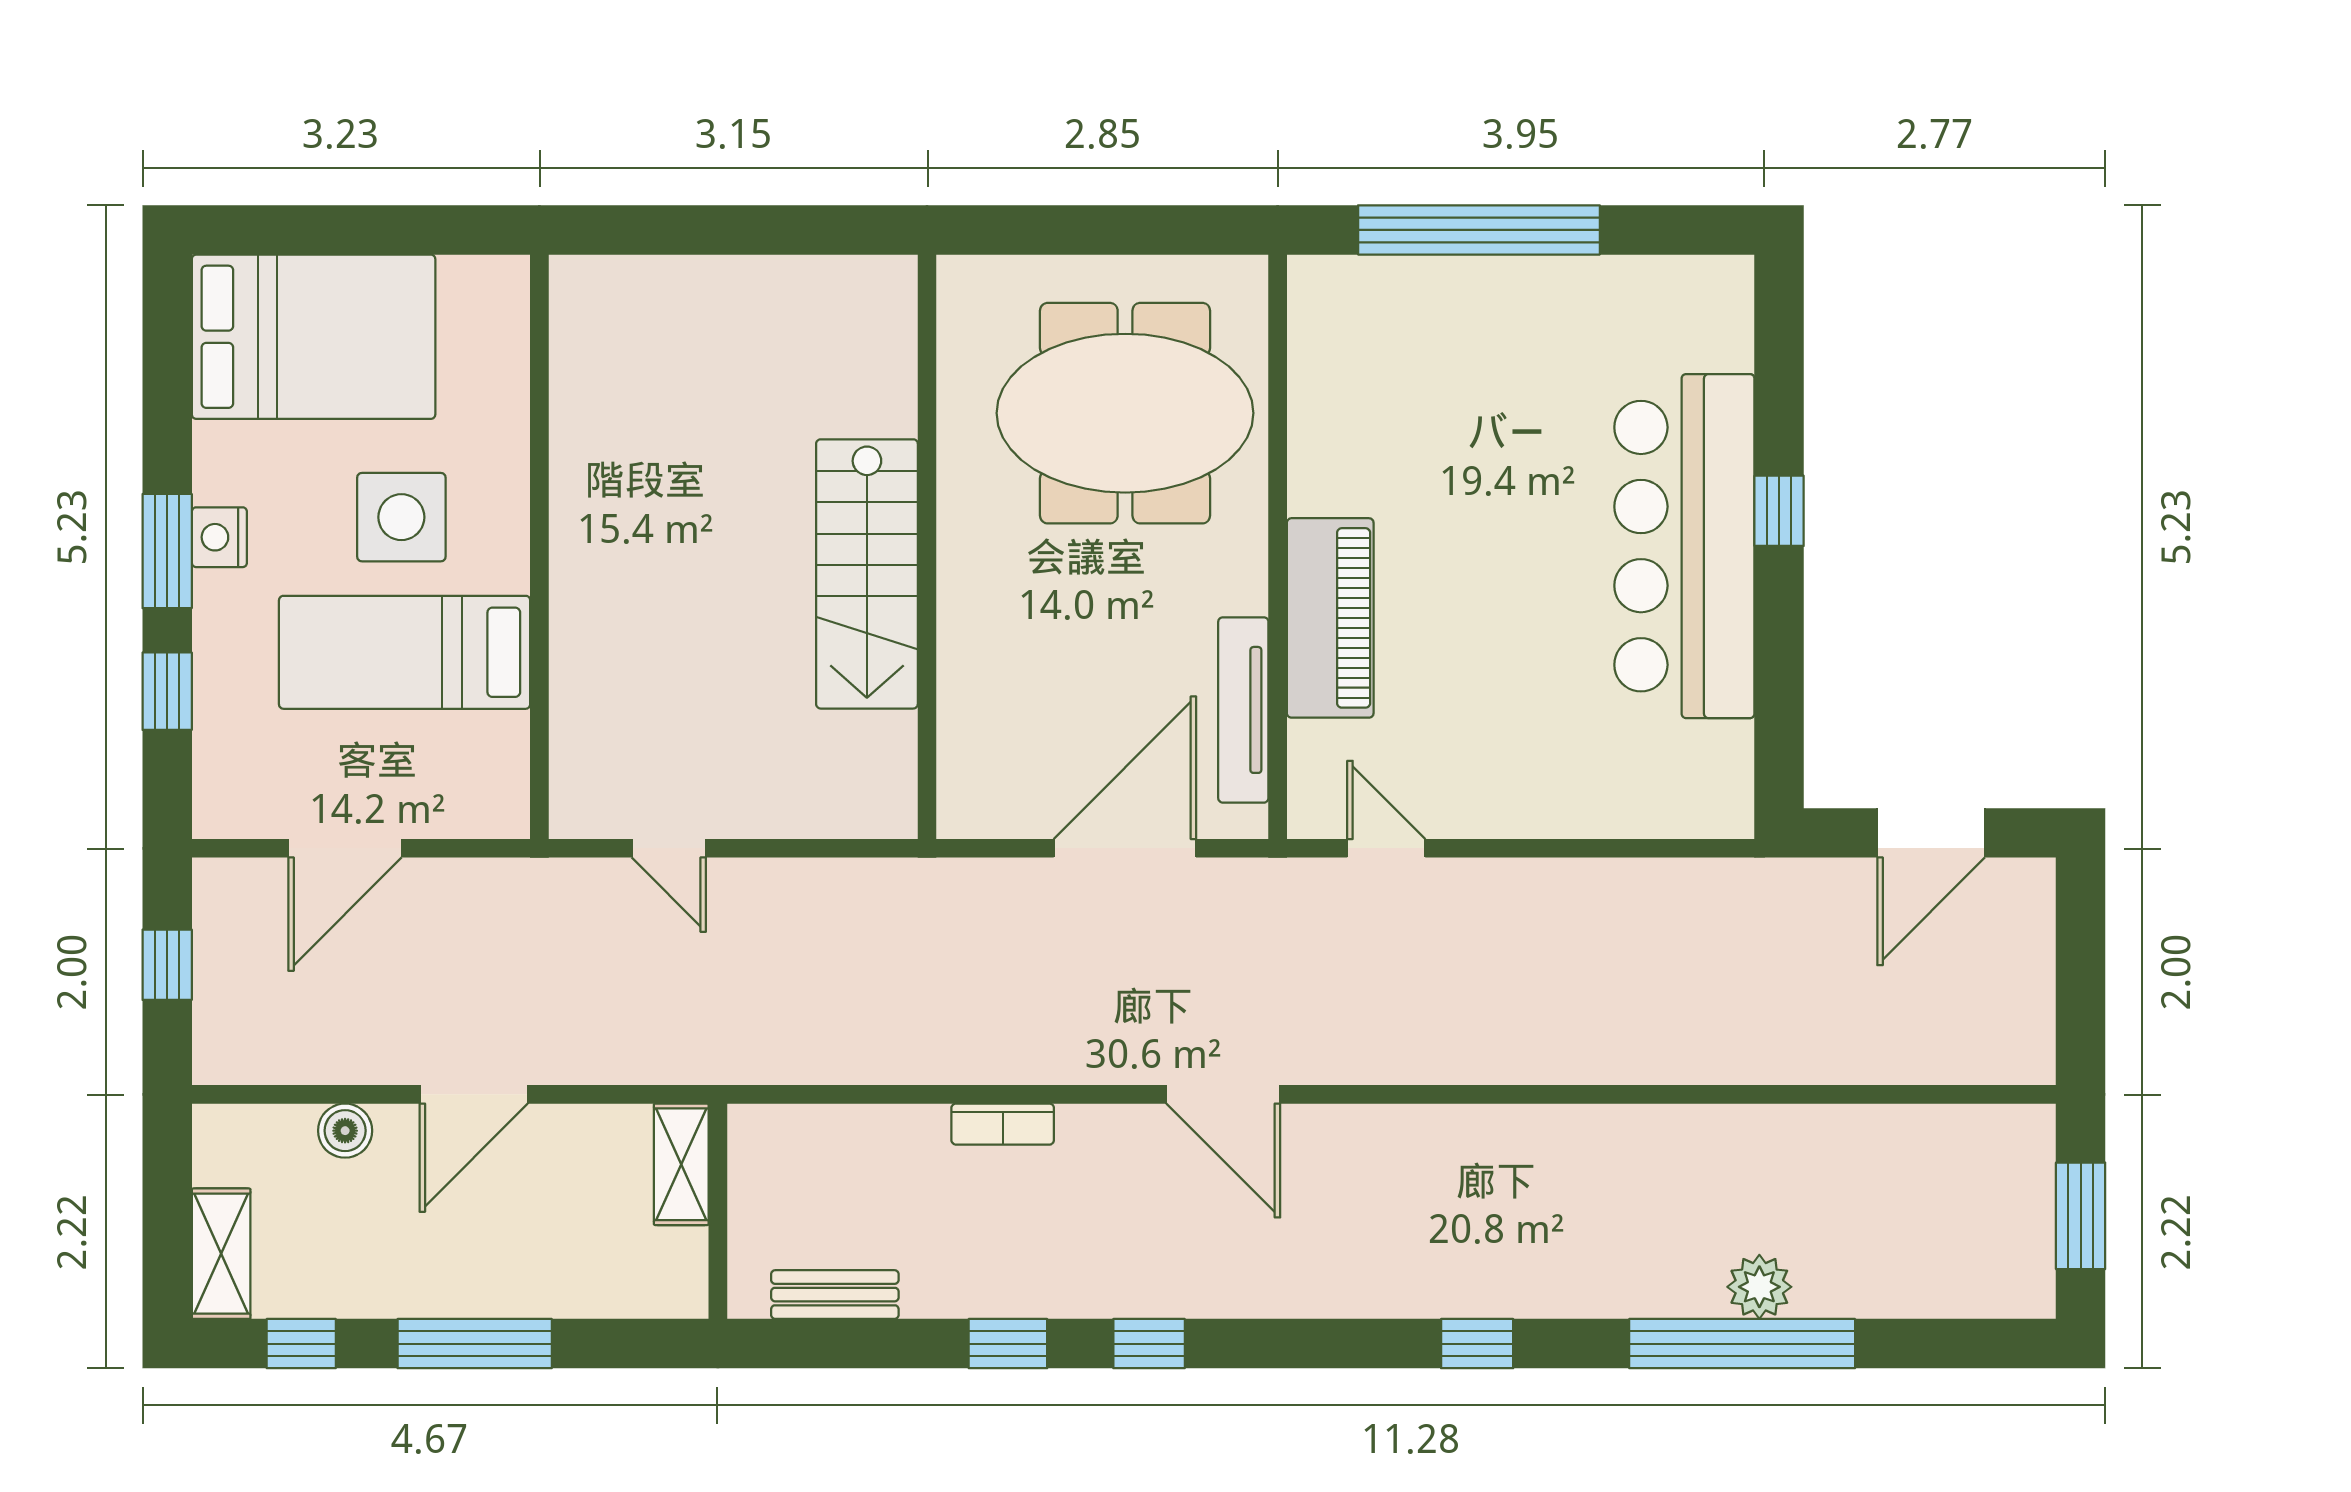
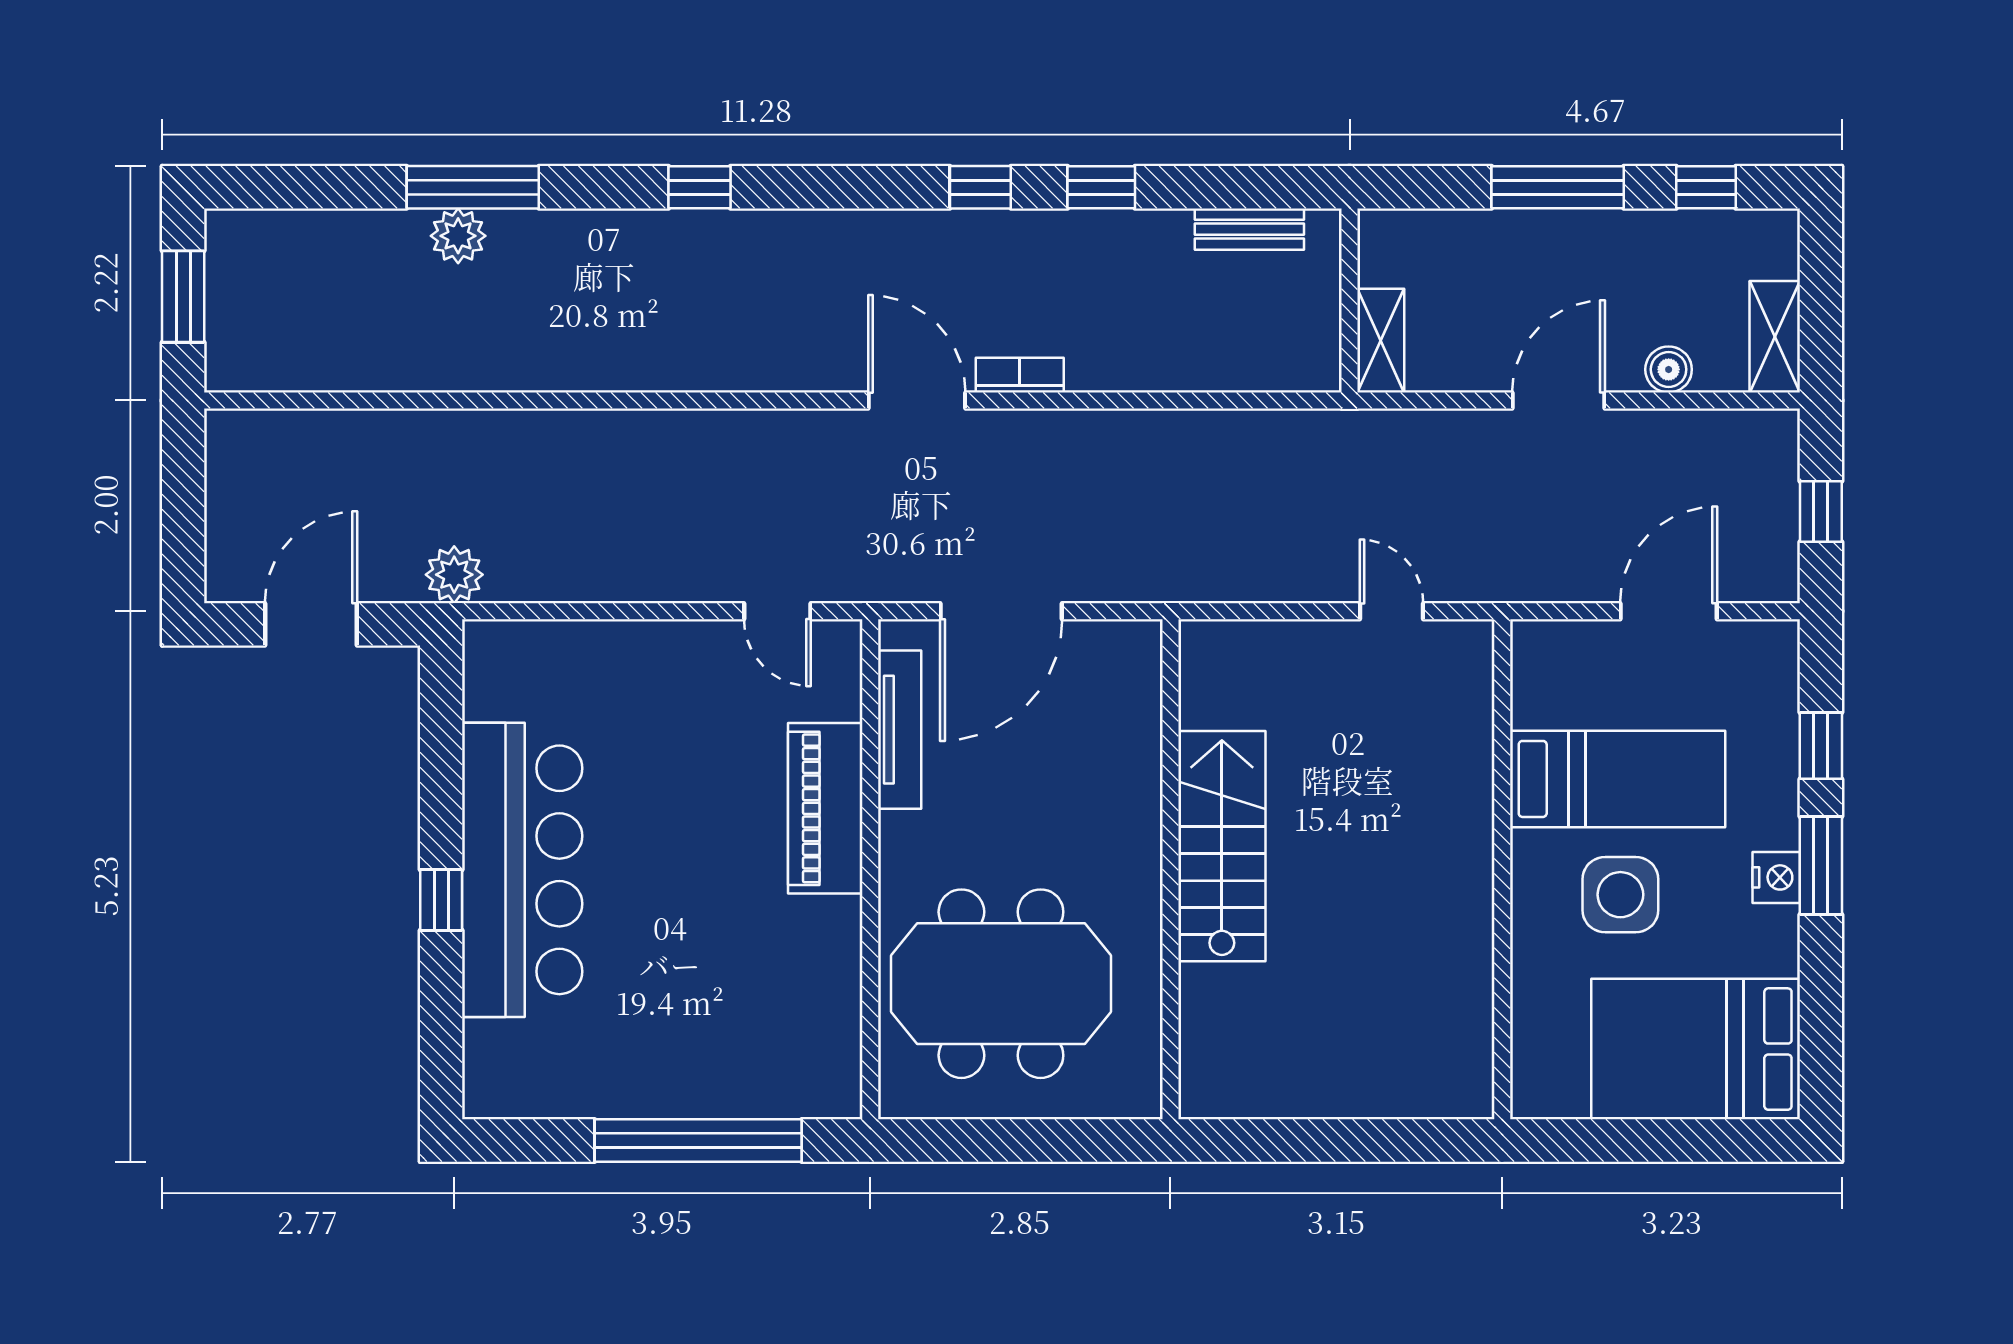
plant: (1764, 891) -> (454, 575), added
bookcase: (1003, 1124) -> (1020, 375), moved
shelving: (221, 1254) -> (1775, 337), moved
window: (1742, 1344) -> (473, 187), width x0.68

